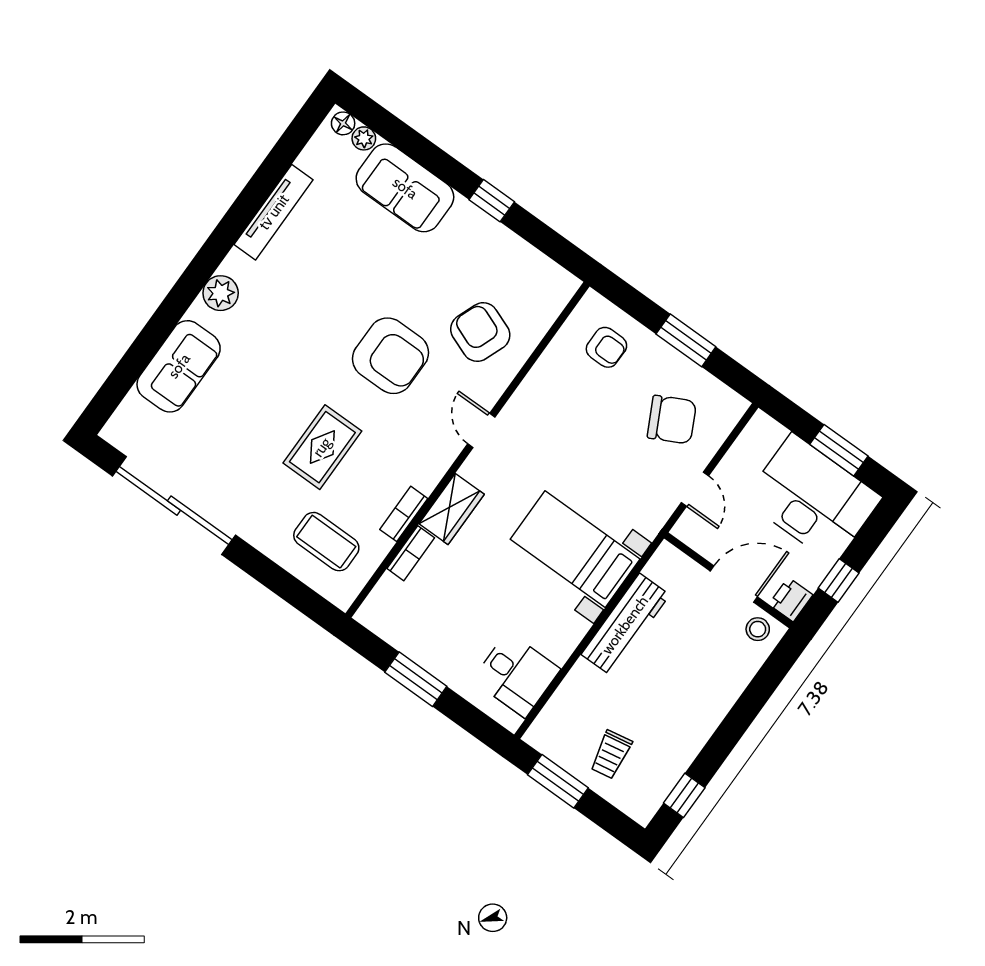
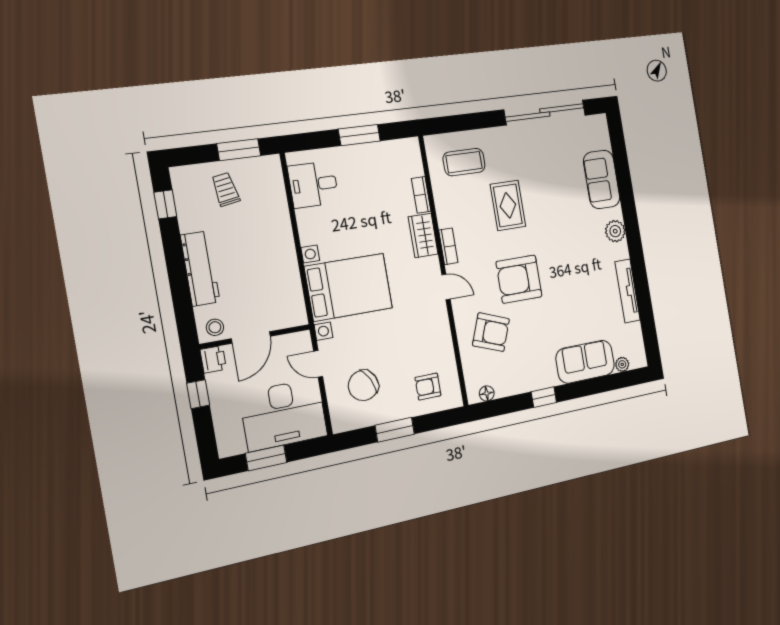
floor lamp: (343, 123) -> (487, 393), moved
desk: (813, 499) -> (284, 415), moved
bookcase: (404, 514) -> (448, 246), moved
bed with nightstands: (575, 549) -> (349, 287), width x1.36
workbench: (625, 625) -> (200, 269), moved, turned 180

